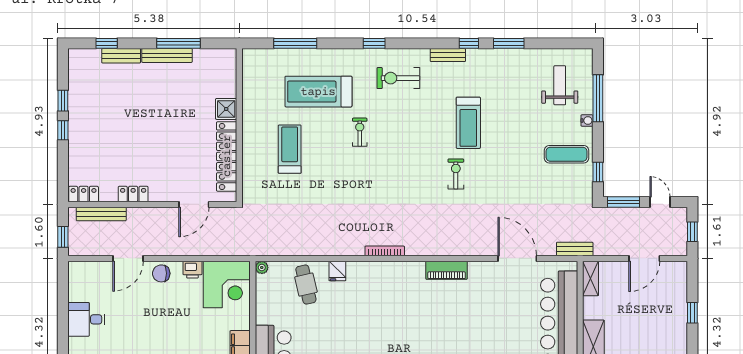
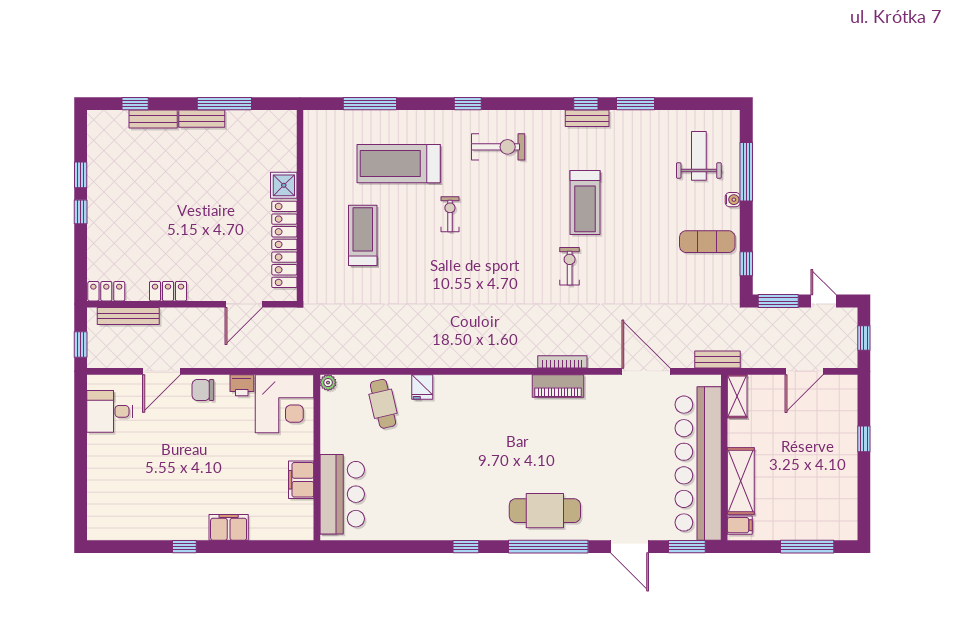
bench: (167, 55) -> (202, 119), width x0.73
bench: (448, 55) -> (587, 118), moved
exercise bike: (398, 78) -> (498, 147), turned 180
bookcase: (385, 251) -> (562, 362), moved
desk: (86, 319) -> (110, 411), moved

